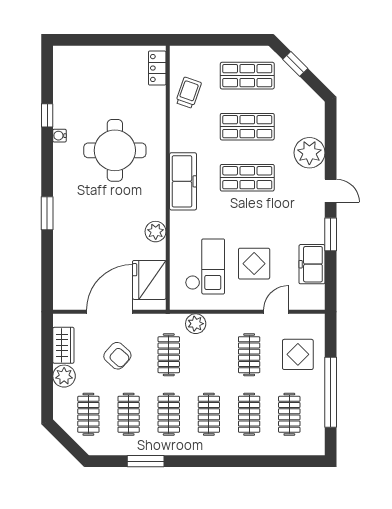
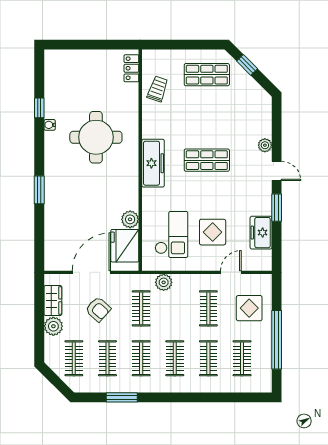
shop shelf: (247, 127) -> (207, 117), removed
plant: (309, 153) -> (265, 145), width x0.53, depth x0.53
plant: (156, 232) -> (130, 219), moved

